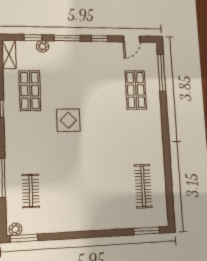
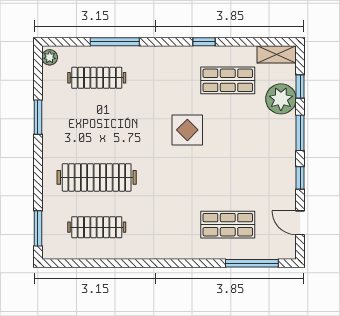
plant: (42, 46) -> (281, 99), width x1.88, depth x1.88
clothes rail: (107, 188) -> (97, 177), added
clothes rail: (31, 191) -> (97, 78), width x1.36
window: (24, 238) -> (38, 117), moved

